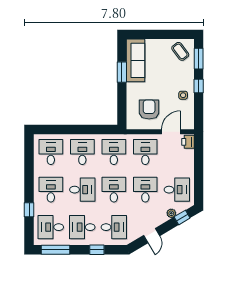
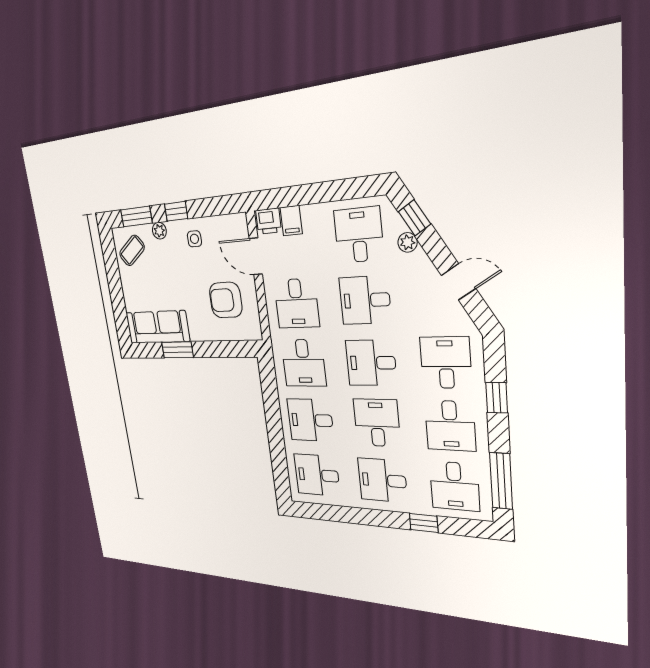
plant: (189, 73) -> (159, 231), added
desk: (114, 152) -> (304, 363), turned -90
desk: (145, 152) -> (297, 304), turned -90
filing cabinet: (187, 155) -> (291, 221), added

